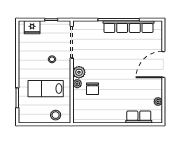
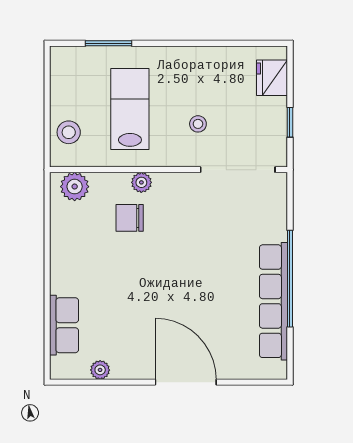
plant: (79, 72) -> (75, 187), moved

